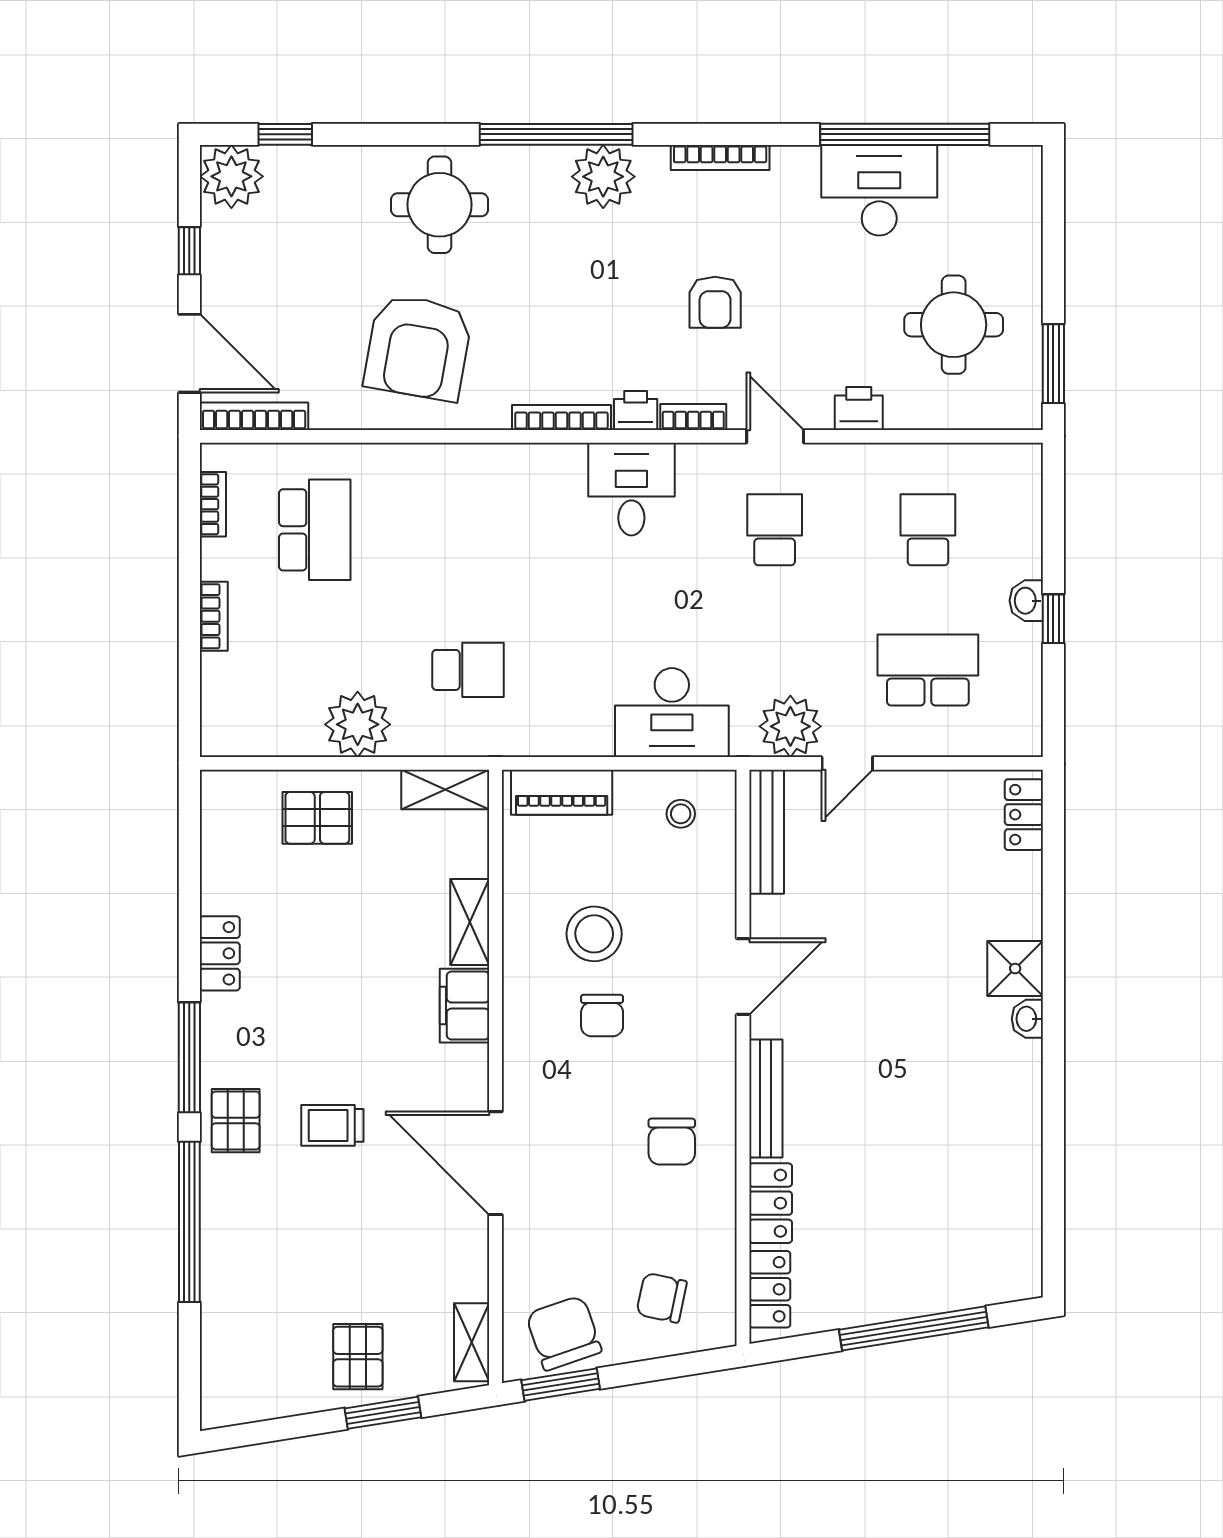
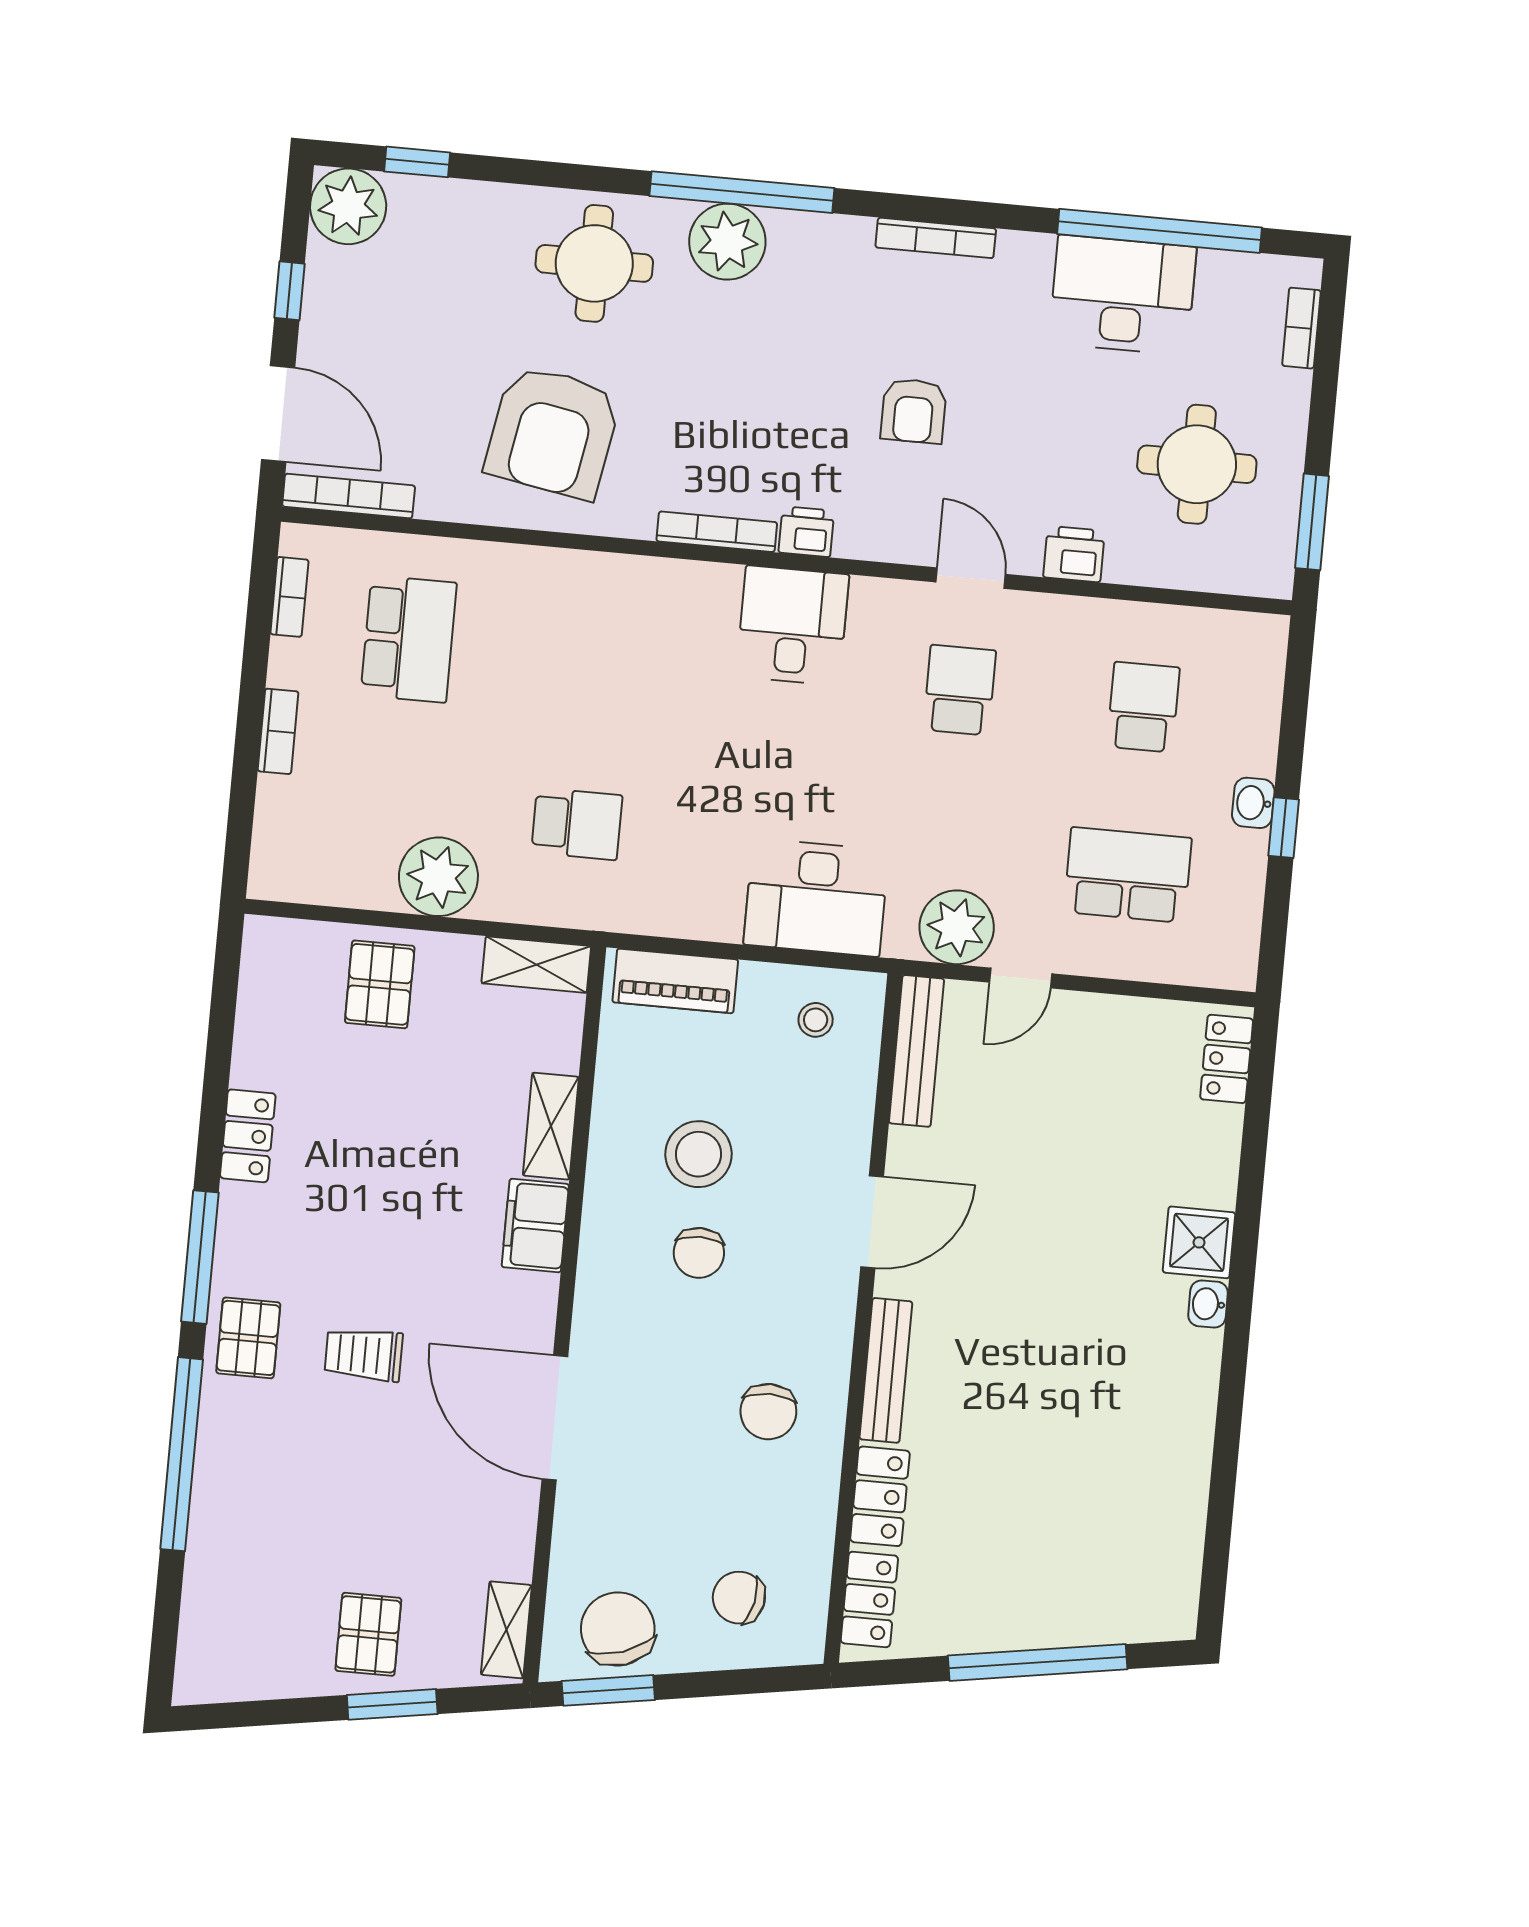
plant: (603, 177) -> (727, 242), moved
bookcase: (693, 417) -> (1301, 328), moved, turned -90
pallet: (317, 818) -> (380, 984), turned 90

